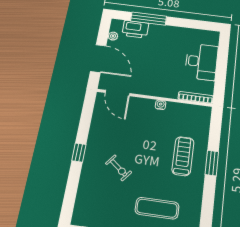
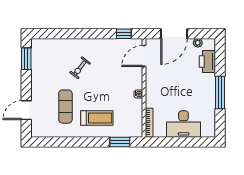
window: (148, 19) -> (220, 93), moved
window: (79, 153) -> (124, 34), moved
window: (212, 163) -> (120, 142), moved
exercise mat: (157, 208) -> (65, 107), moved

